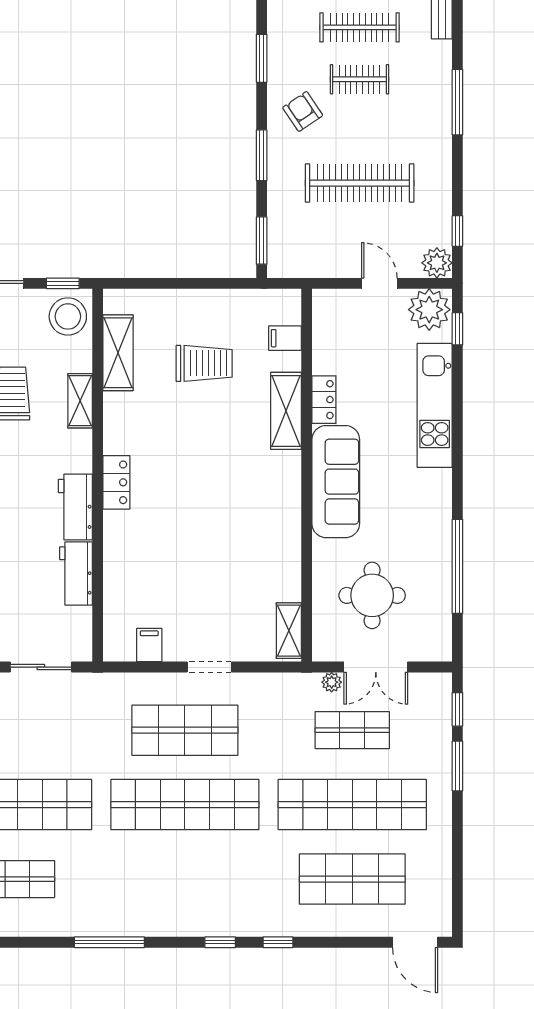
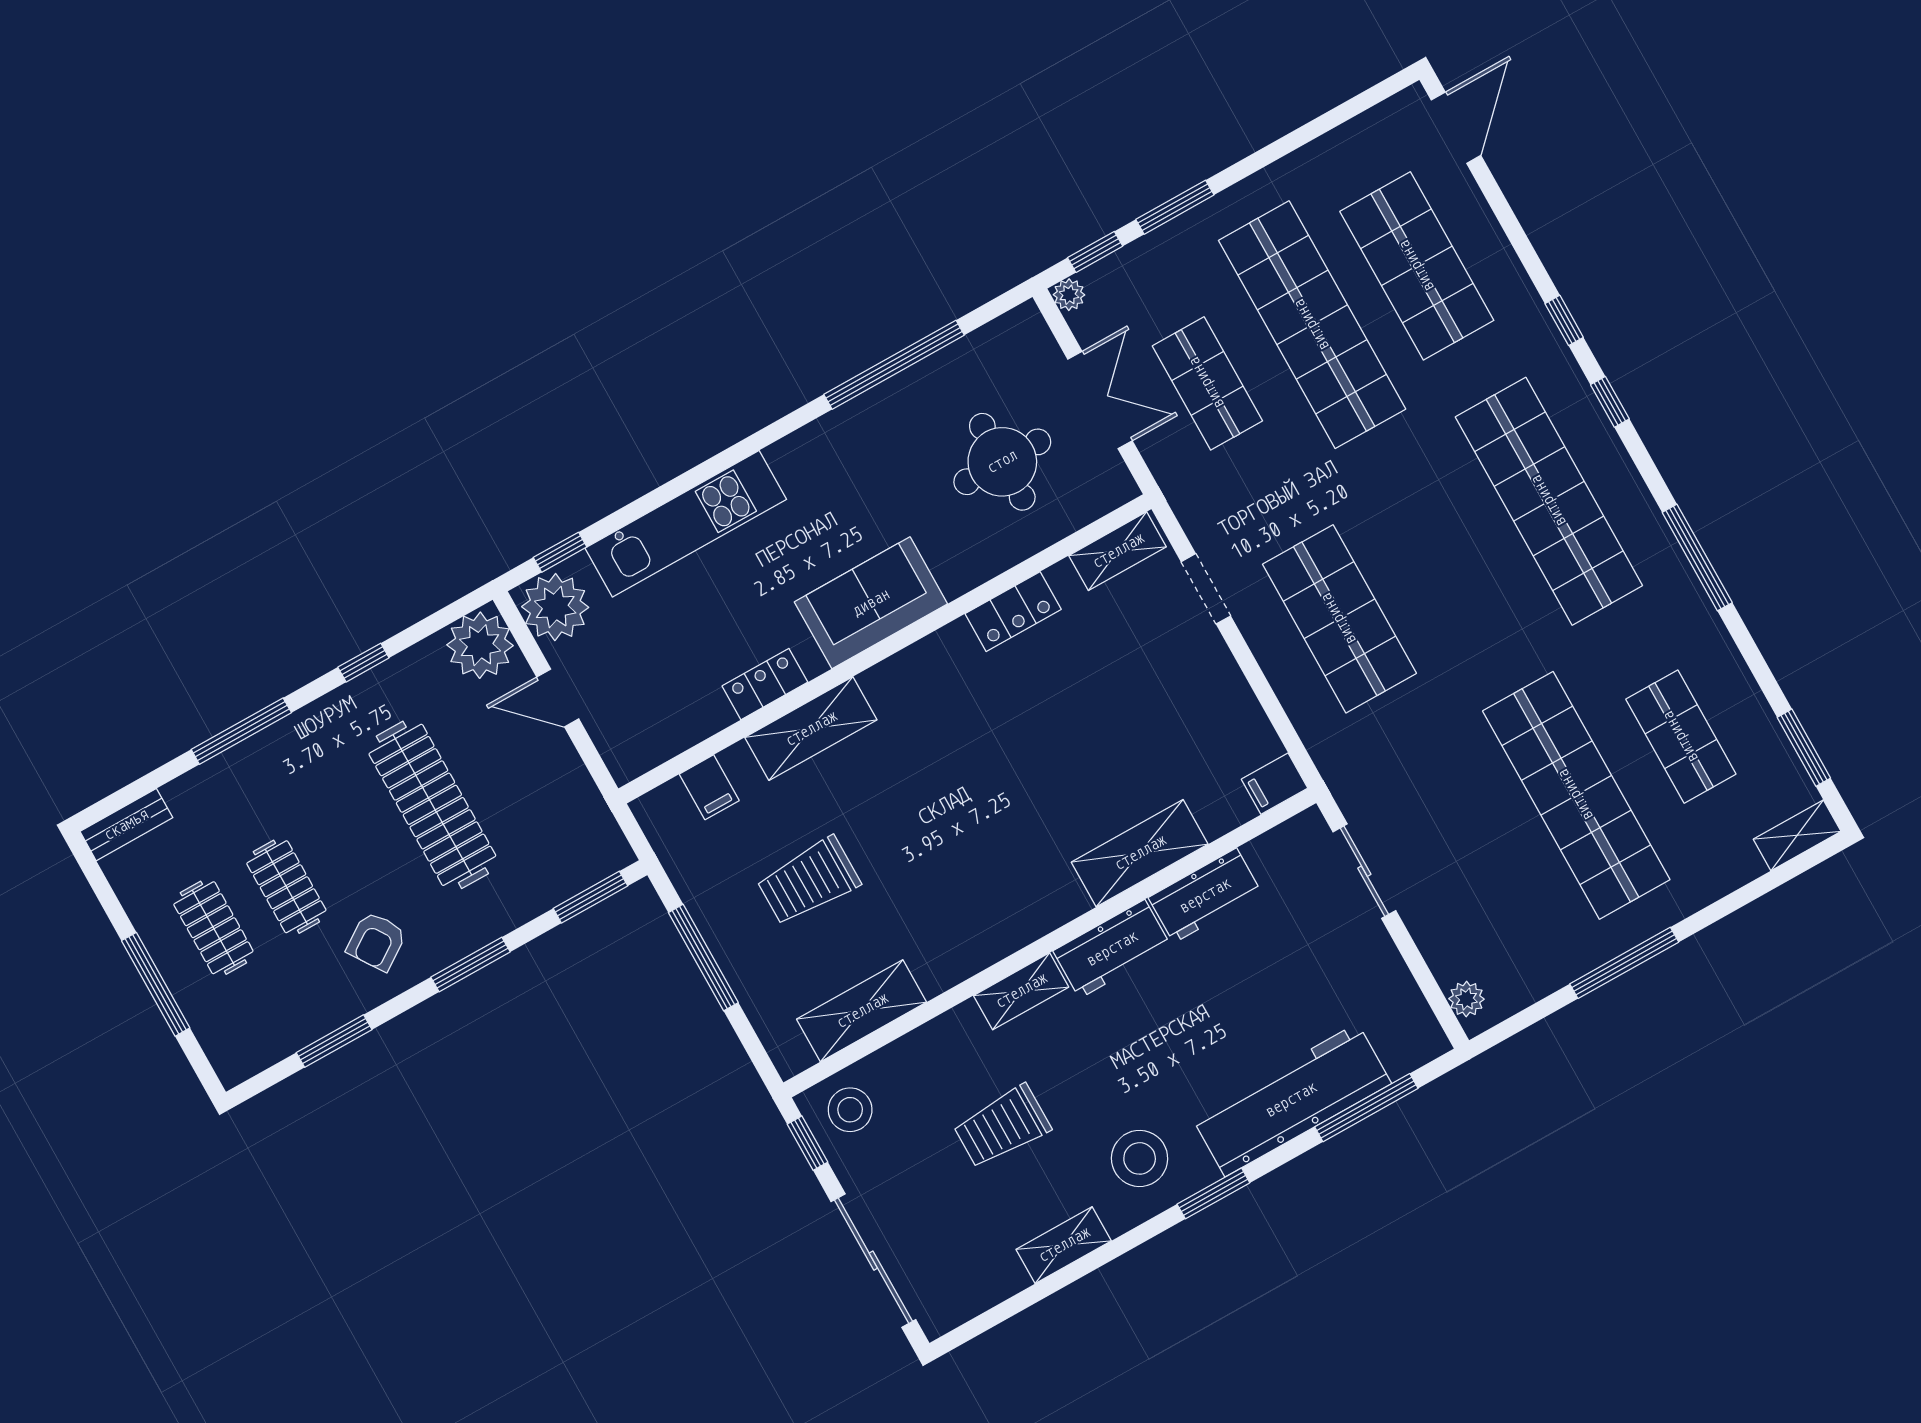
clothes rail: (360, 27) -> (213, 928), width x0.73
window: (457, 231) -> (363, 663), moved
plant: (437, 263) -> (480, 645), width x1.36, depth x1.36
window: (195, 283) -> (703, 958), added
door: (379, 283) -> (558, 698), hinge flipped
stool: (68, 316) -> (850, 1110), width x0.73, depth x0.73
trolley: (204, 363) -> (809, 881), turned -90
shelving: (80, 401) -> (1021, 991), moved
locker: (116, 482) -> (1013, 612), moved, turned 180
sofa: (336, 482) -> (871, 603), width x0.73
shelving: (119, 551) -> (1140, 853), added
filing cabinet: (149, 645) -> (1275, 784), moved
doorway: (209, 667) -> (1206, 589), moved
plant: (332, 682) -> (1069, 295), moved
shop shelf: (185, 805) -> (1549, 501), moved

